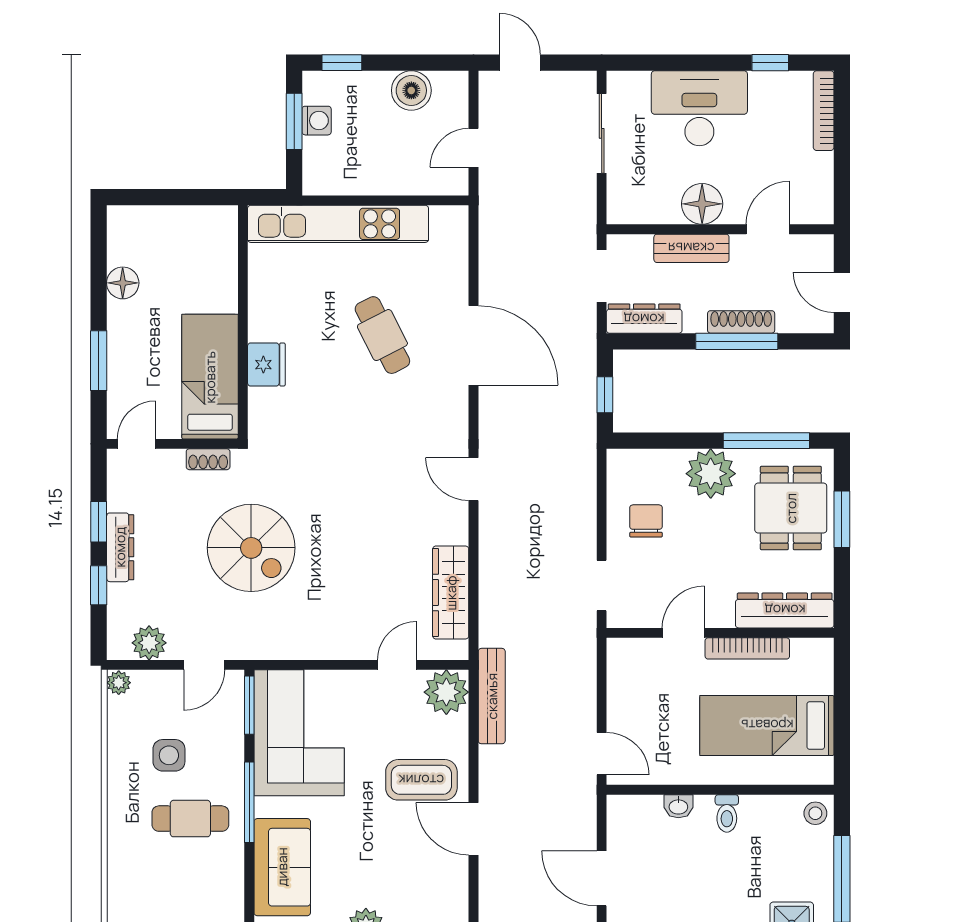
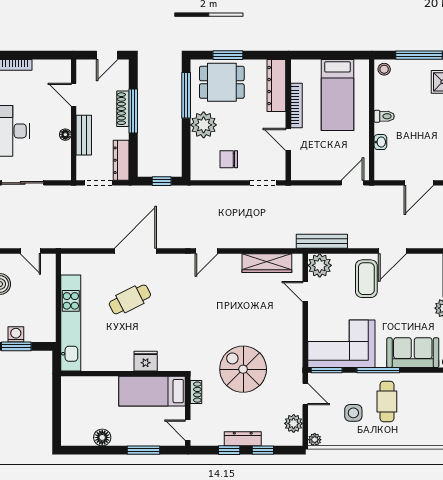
floor lamp: (702, 204) -> (65, 135), width x0.53, depth x0.53
spiral stairs: (251, 548) -> (243, 369), turned -90

